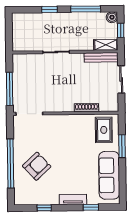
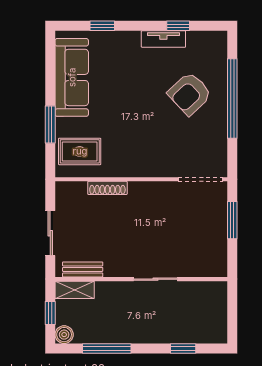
window: (50, 9) -> (183, 349), moved
bench: (101, 57) -> (83, 269), width x0.73
window: (10, 89) -> (232, 220), width x0.69
rug: (104, 130) -> (80, 151), turned 90
tv unit: (73, 199) -> (163, 39), moved

